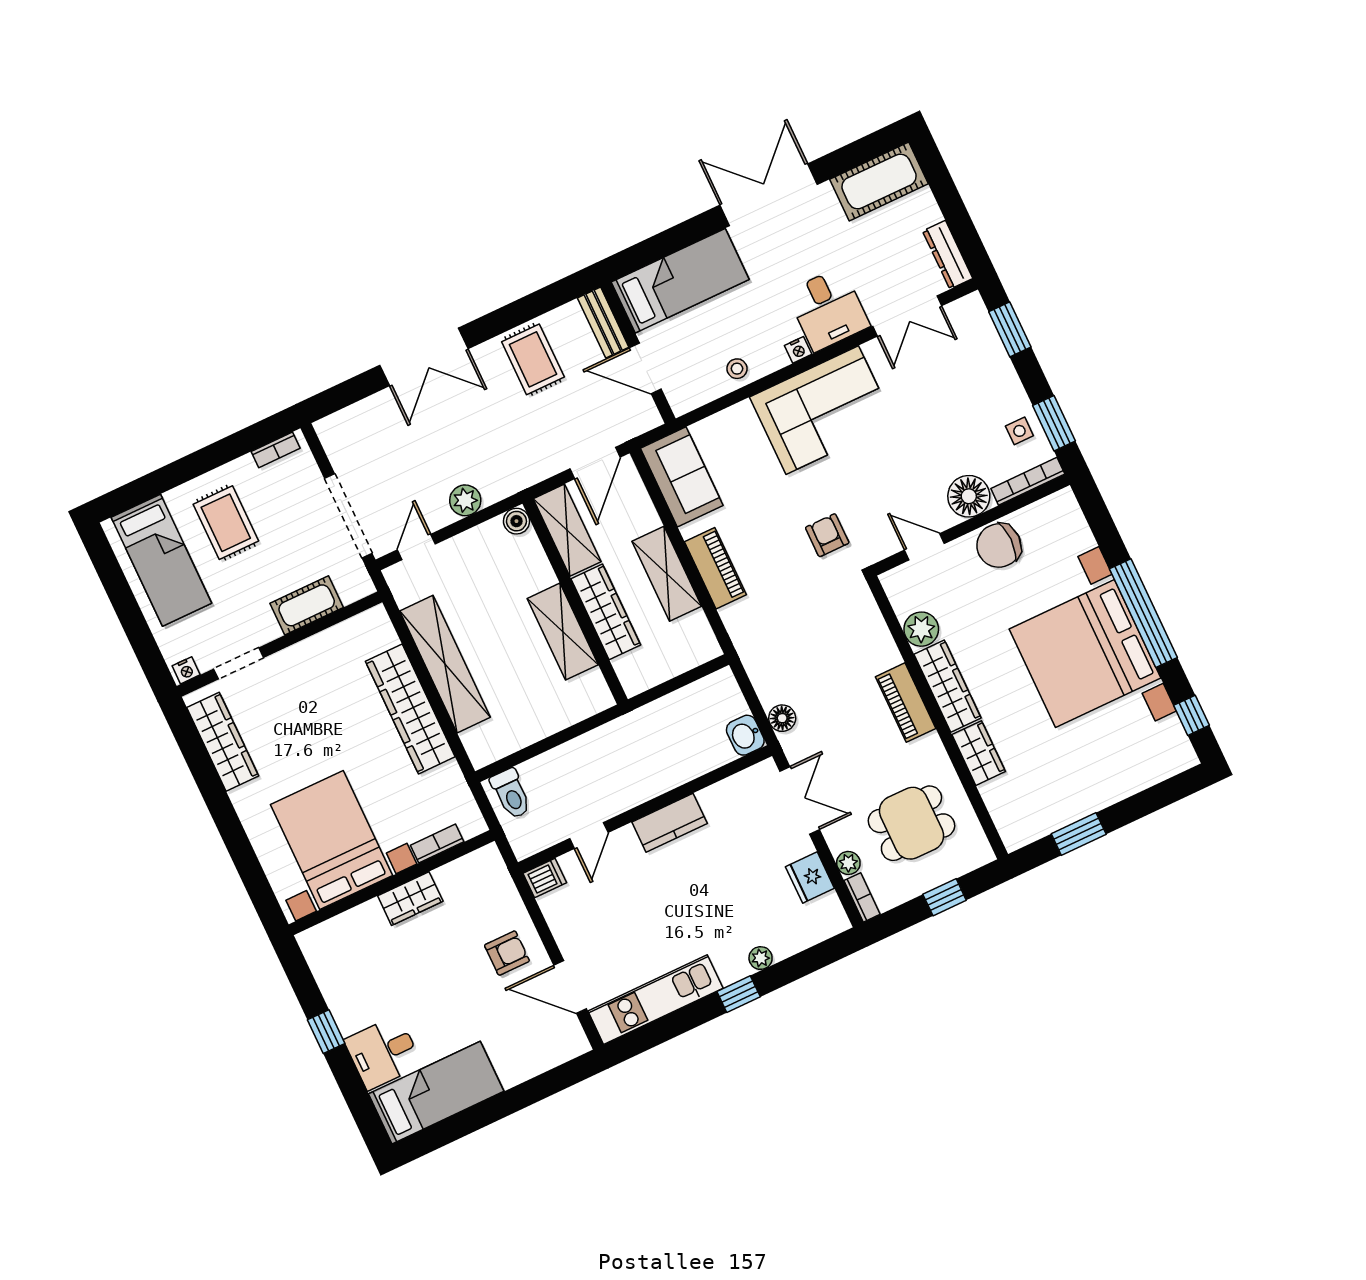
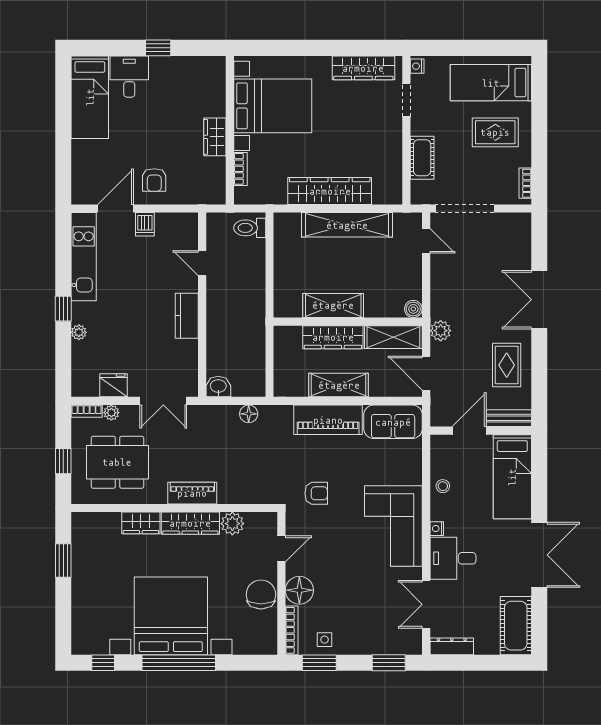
rug: (533, 359) -> (507, 365), turned 90
plant: (465, 500) -> (441, 331), moved
piano: (715, 568) -> (328, 420), width x1.37, depth x1.33
floor lamp: (782, 718) -> (249, 414), moved
dining table: (911, 823) -> (117, 462), width x1.38
dishwasher: (545, 878) -> (145, 224), moved

